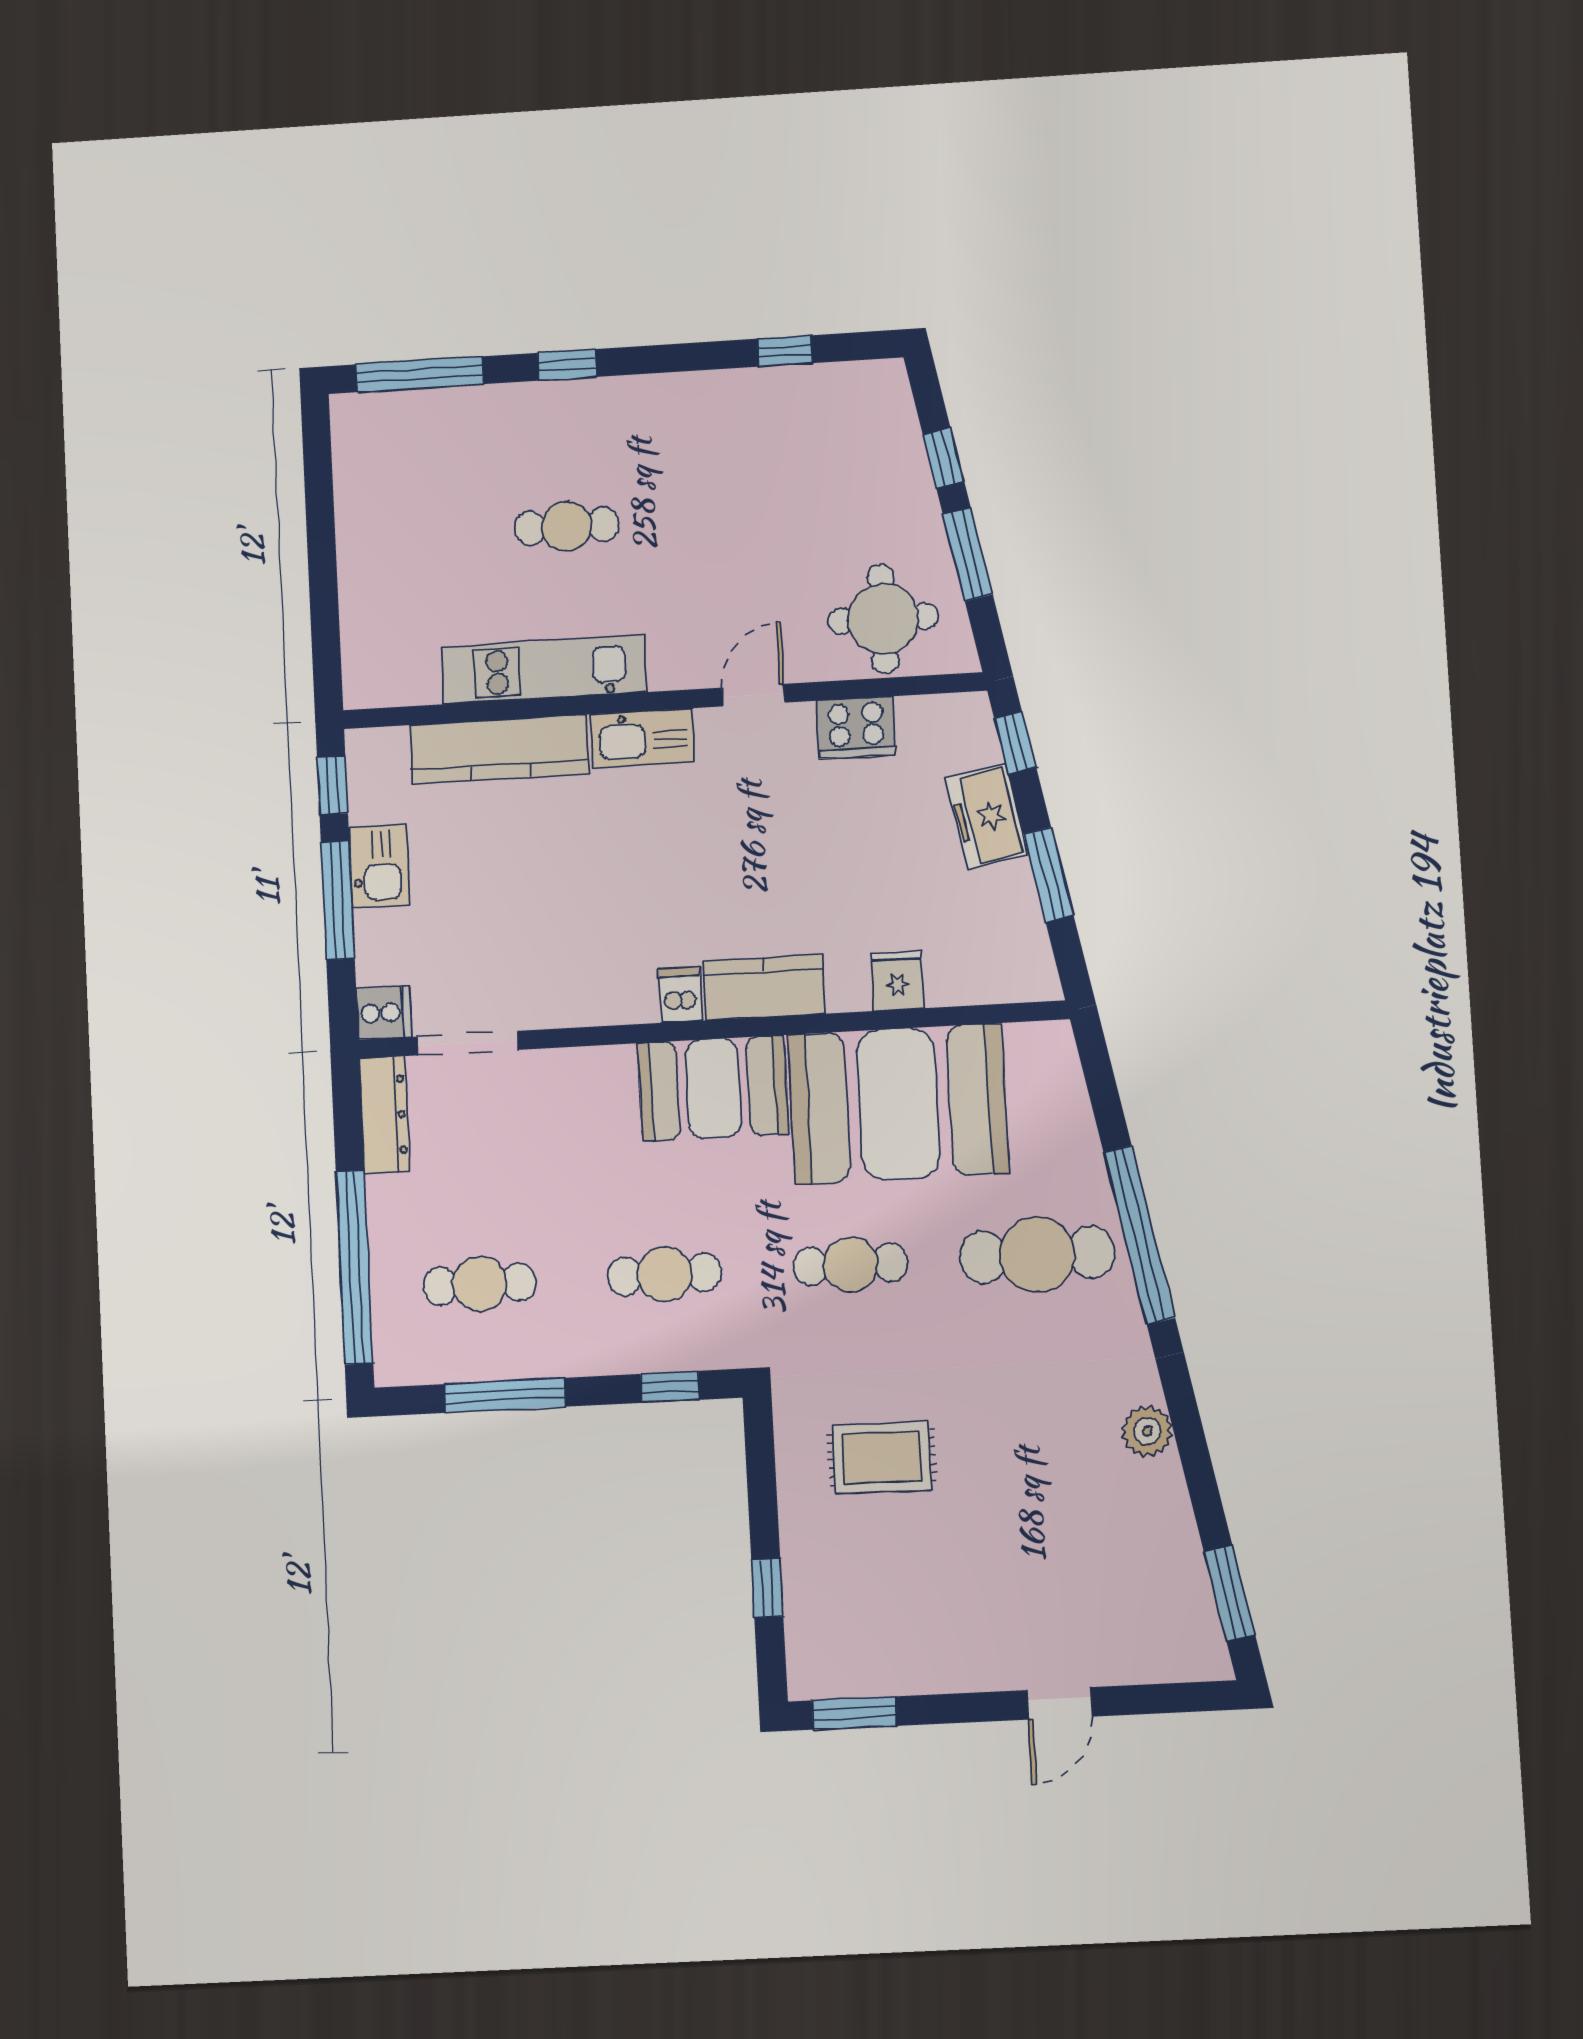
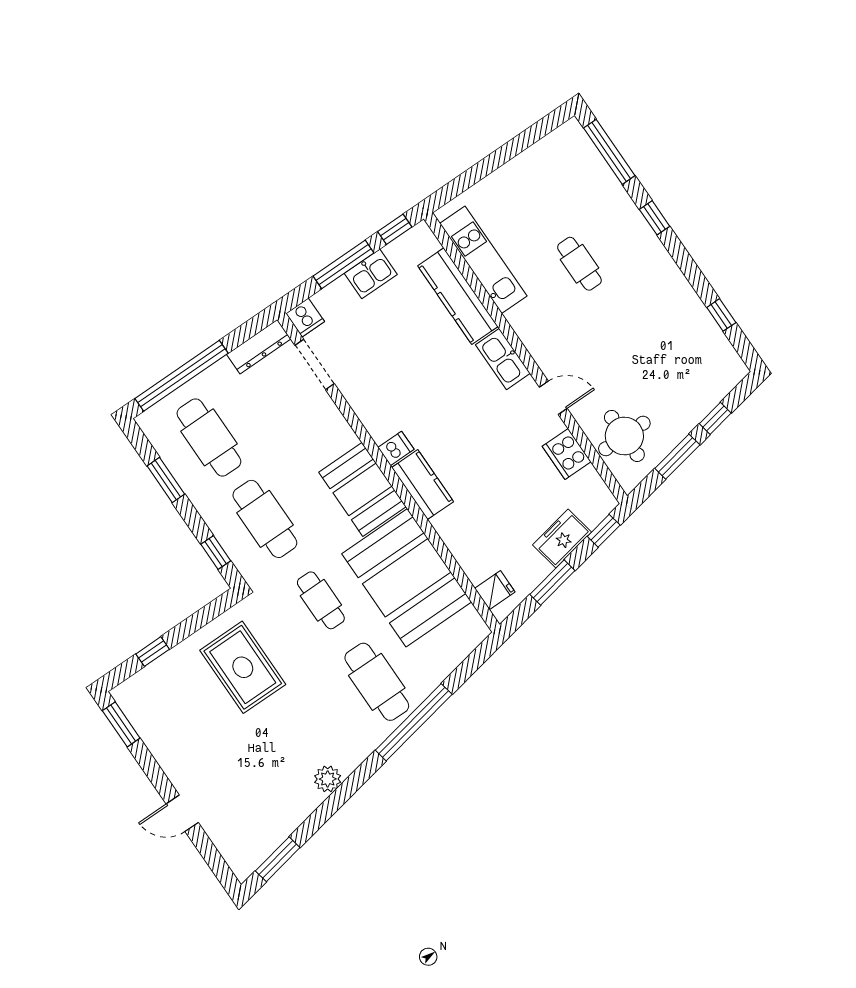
kitchen unit: (544, 670) -> (483, 260), moved
fridge: (897, 980) -> (495, 590), moved
cafe table: (665, 1274) -> (265, 519), width x1.37, depth x1.35
cafe table: (480, 1284) -> (209, 437), width x1.37, depth x1.35
window: (505, 1395) -> (166, 480), width x0.69
rug: (882, 1457) -> (243, 667), width x1.36, depth x1.43

